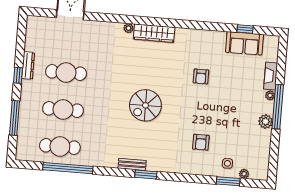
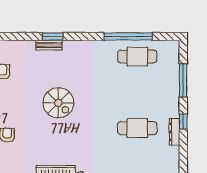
spiral stairs: (145, 105) -> (58, 103), turned 90
cafe table: (63, 110) -> (137, 92), removed
bench: (132, 164) -> (49, 45), moved

